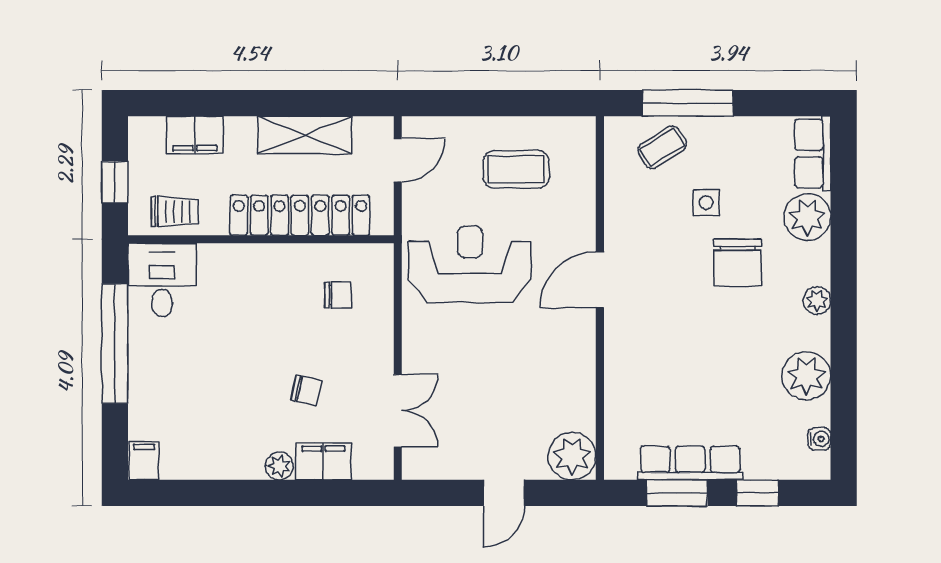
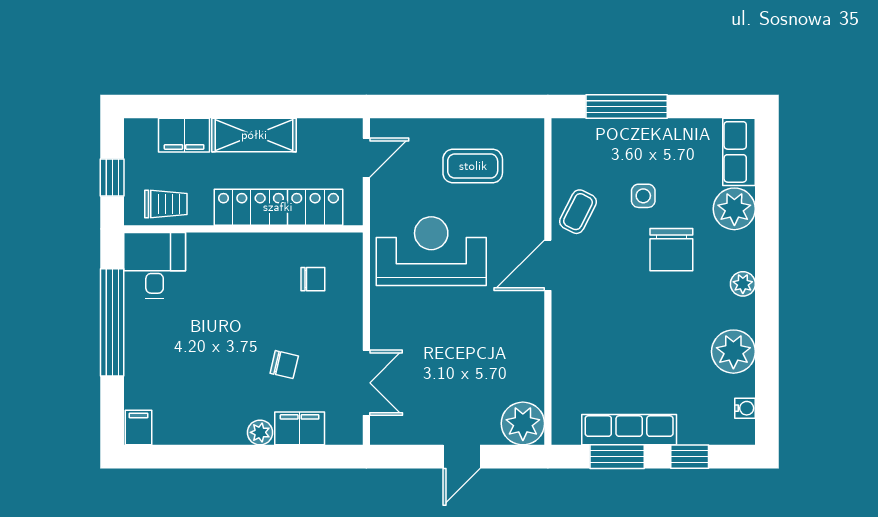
shelving: (305, 135) -> (254, 135), moved
coffee table: (662, 147) -> (578, 212), moved, turned -31

